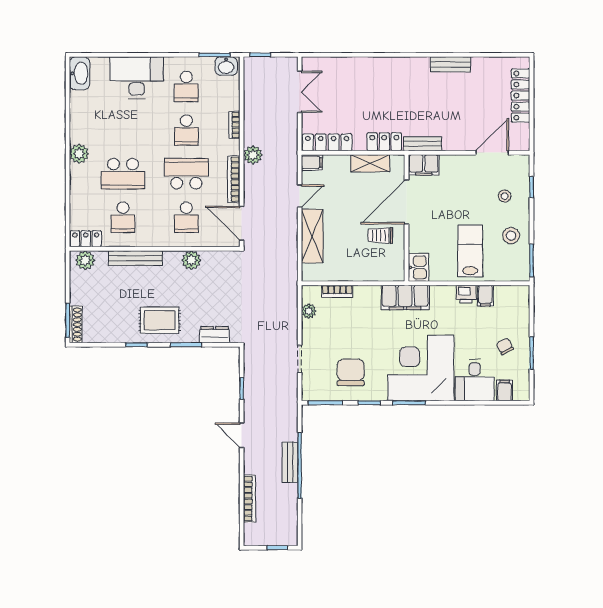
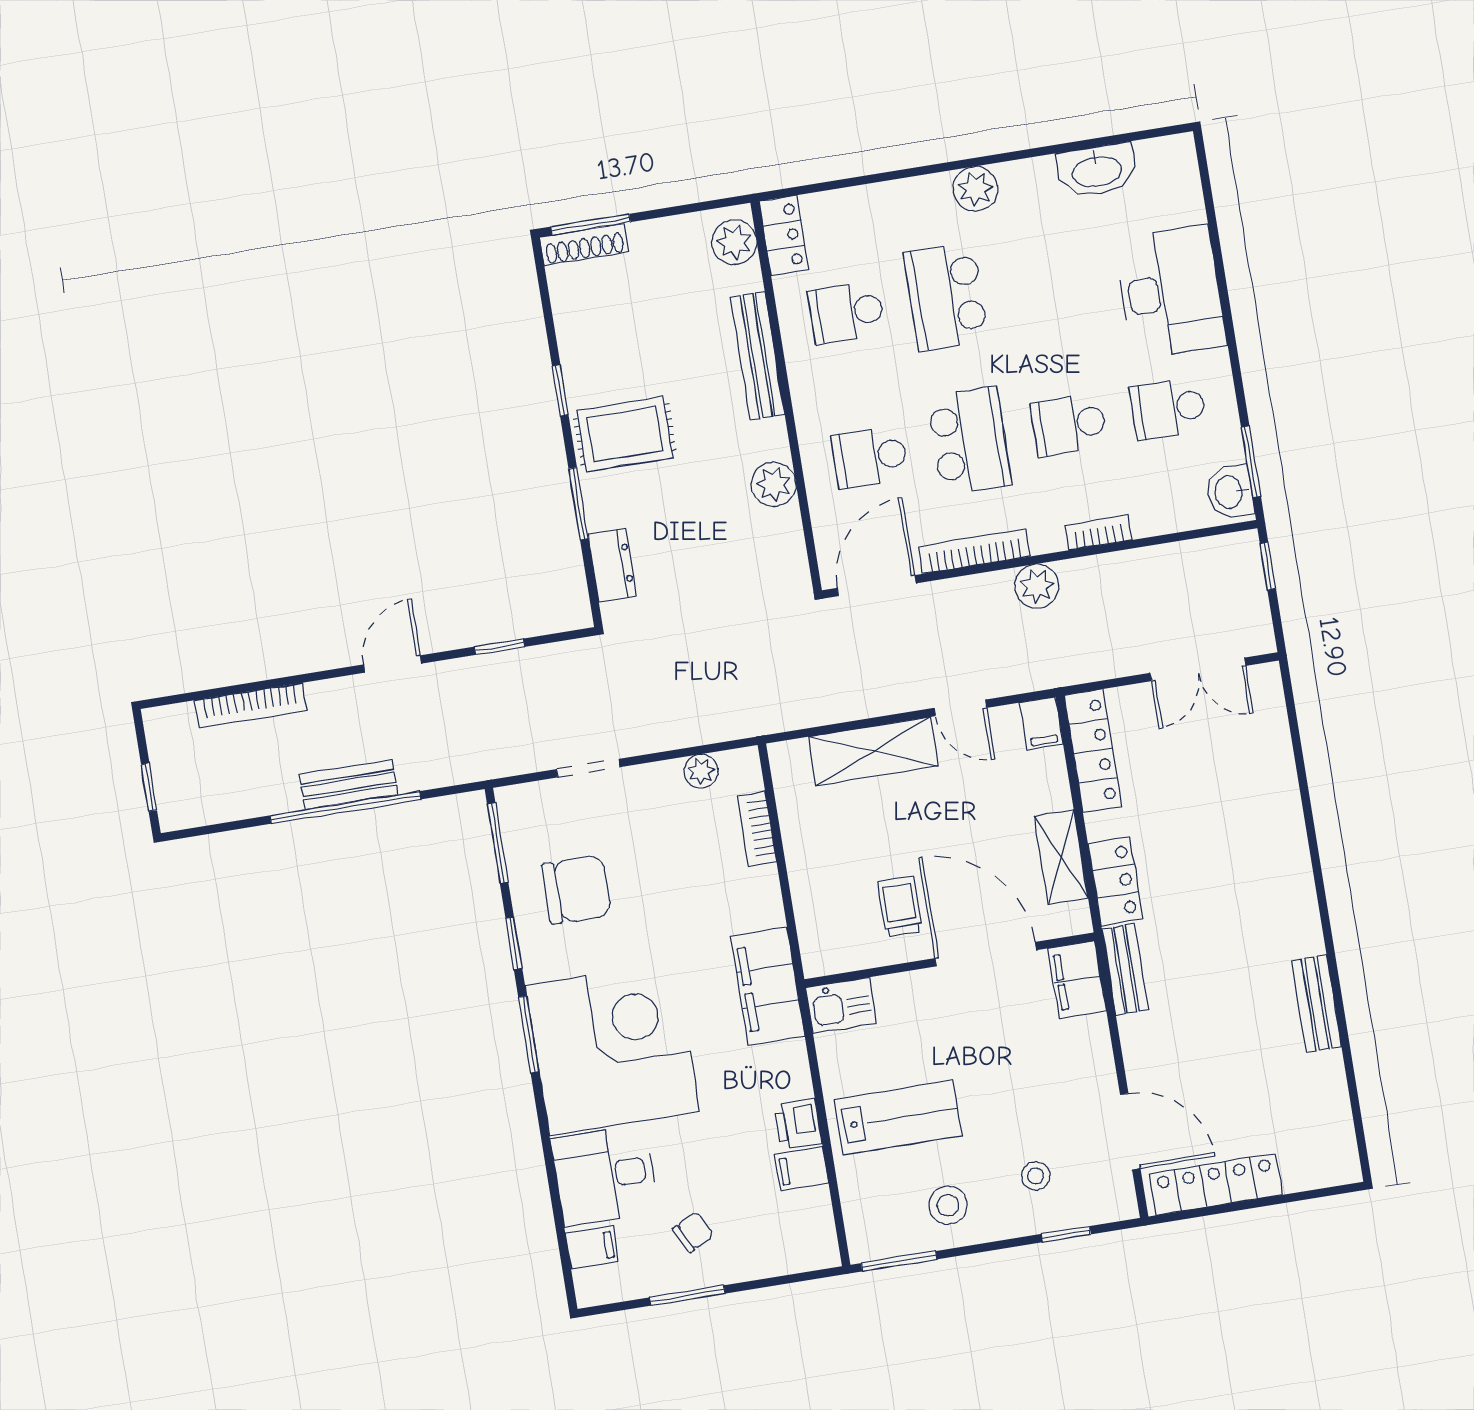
washbasin: (80, 73) -> (1097, 170), moved
locker: (521, 96) -> (1216, 1184), moved
rug: (160, 320) -> (625, 434), turned 90

